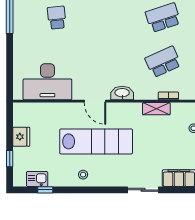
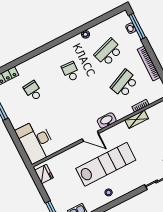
school desk: (110, 18) -> (71, 72), added
desk: (47, 82) -> (36, 141), moved, turned 90
fridge: (21, 137) -> (44, 174), moved

